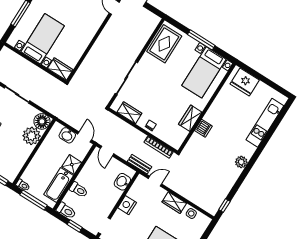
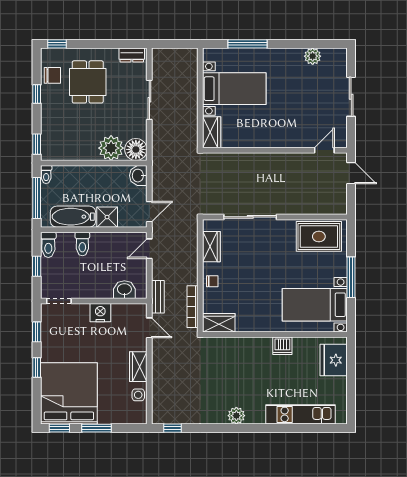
wardrobe: (190, 118) -> (219, 323), moved
dishwasher: (203, 128) -> (282, 346), moved
washbasin: (67, 135) -> (138, 176), moved

